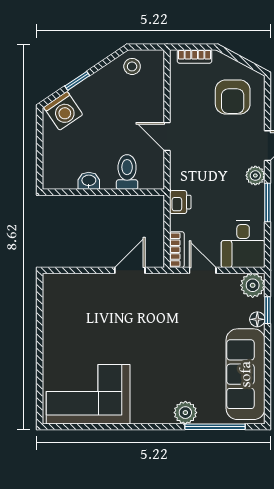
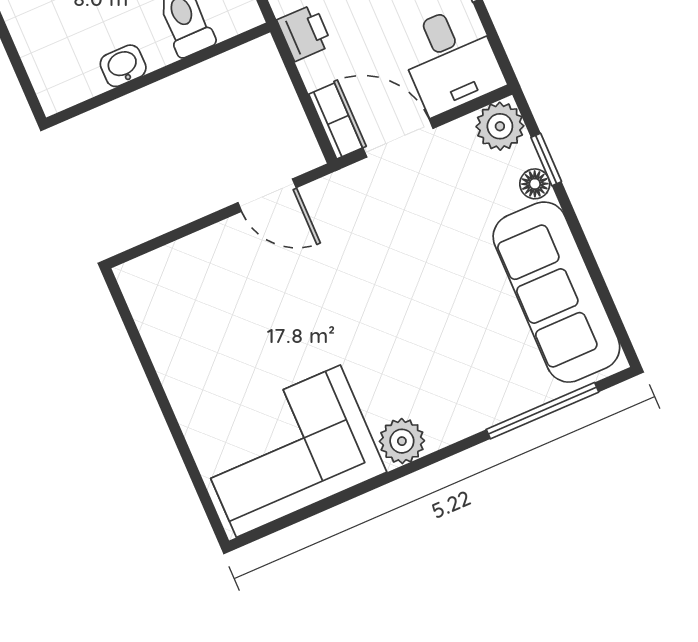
door: (130, 270) -> (267, 195), swing flipped
door: (203, 270) -> (398, 138), width x1.38
plant: (185, 413) -> (402, 441), moved

